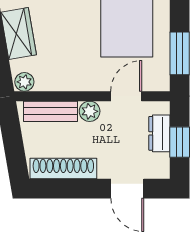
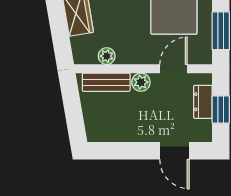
plant: (24, 82) -> (107, 56), moved
shoe rack: (63, 169) -> (118, 133), removed

